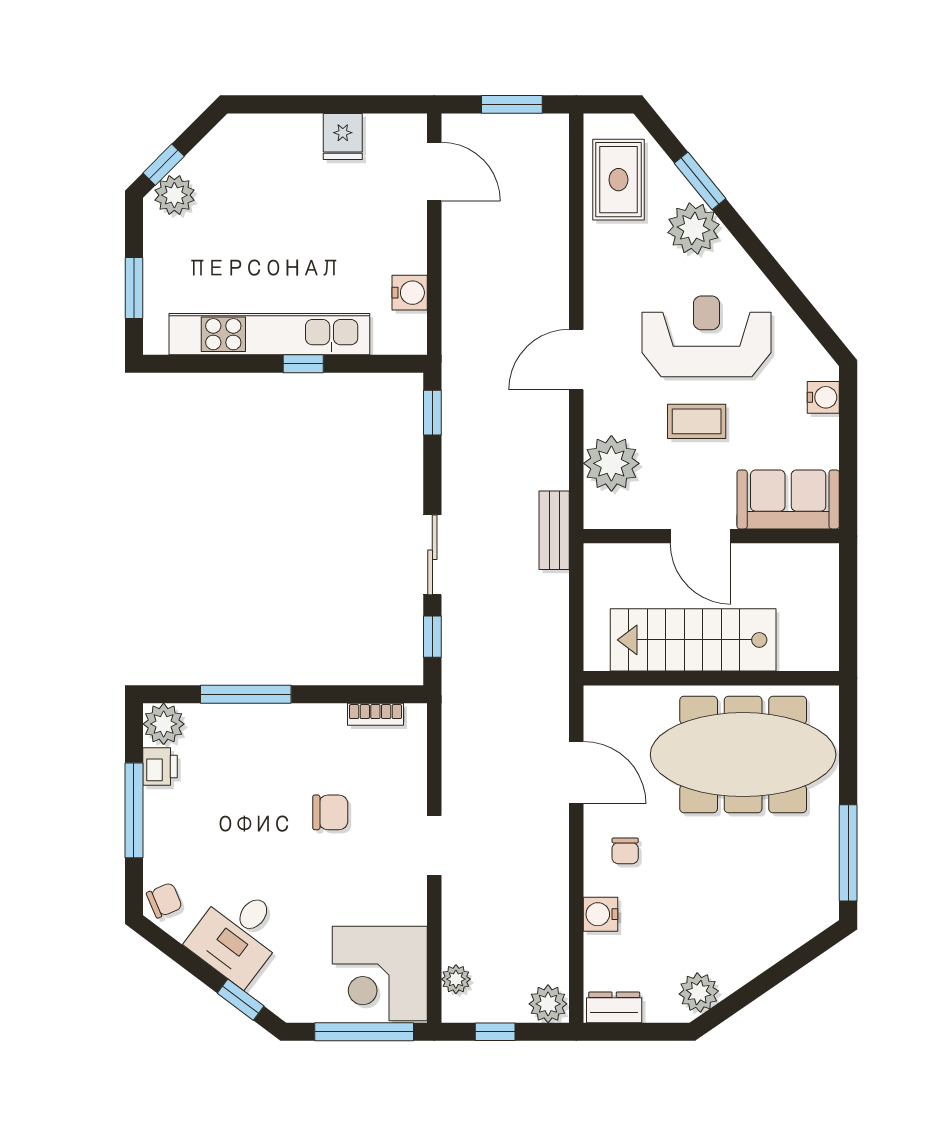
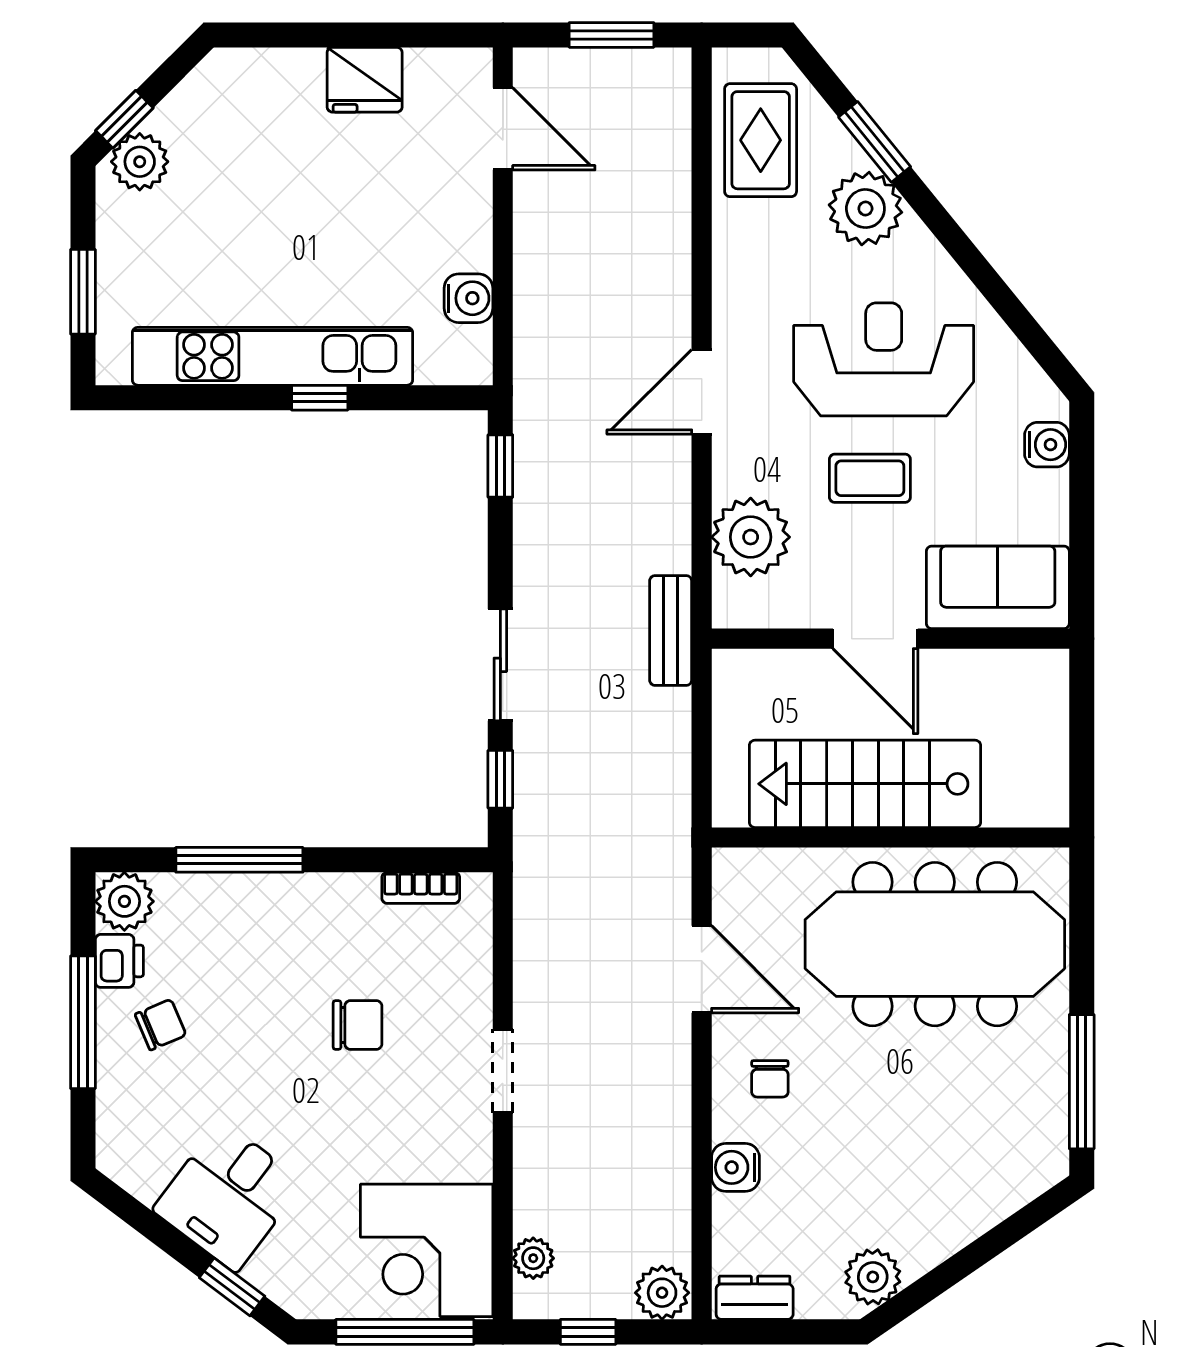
fridge: (343, 136) -> (365, 80), width x1.38
chair: (164, 900) -> (161, 1025), moved

